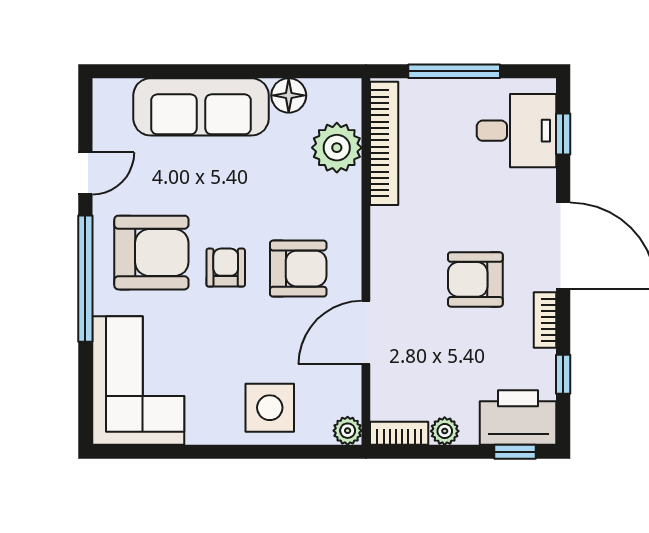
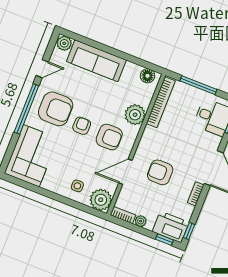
floor lamp: (289, 95) -> (148, 76), moved
plant: (113, 96) -> (64, 43), added
plant: (337, 148) -> (135, 115), moved
armchair: (475, 279) -> (160, 172), moved
window: (563, 374) -> (189, 231), moved
side table: (270, 408) -> (77, 186), width x0.54, depth x0.54
plant: (348, 431) -> (101, 200), width x1.87, depth x1.87

